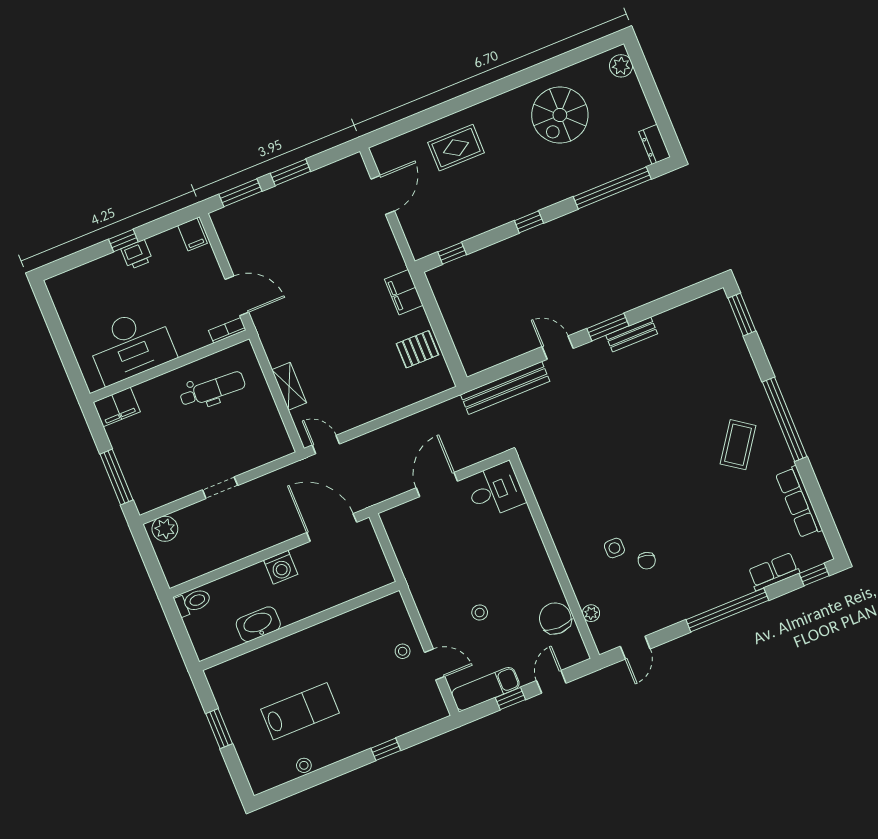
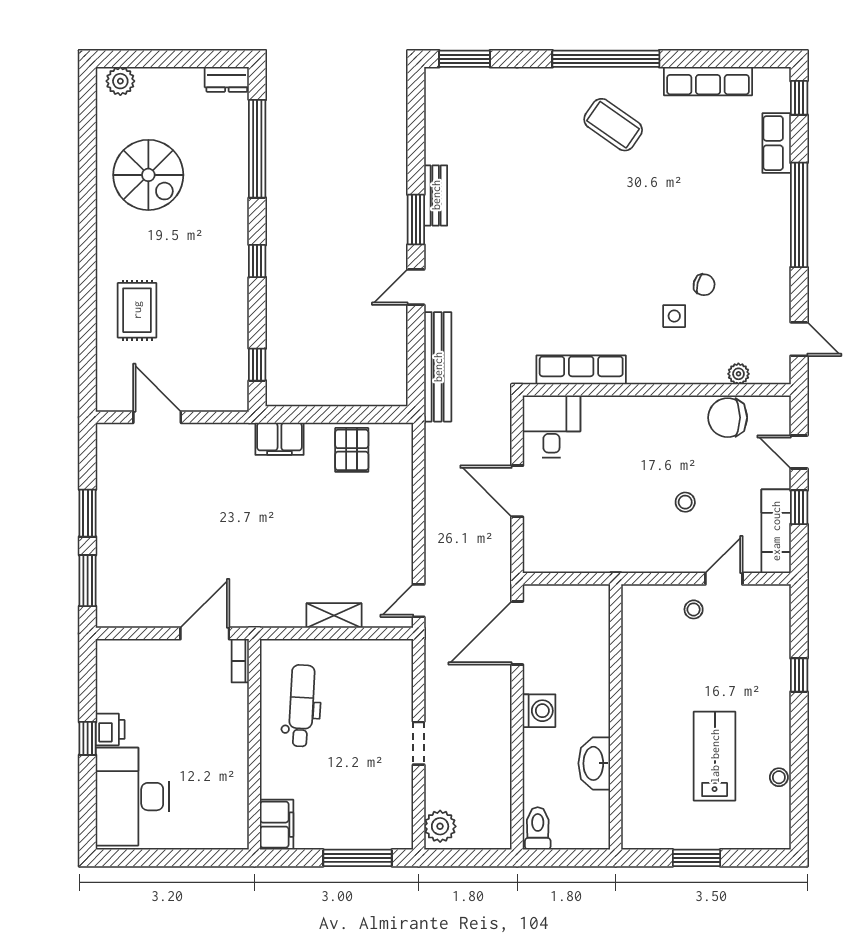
filing cabinet: (193, 234) -> (113, 656), removed
desk: (131, 345) -> (132, 797), moved, turned 180
row of seats: (546, 495) -> (581, 370), added

